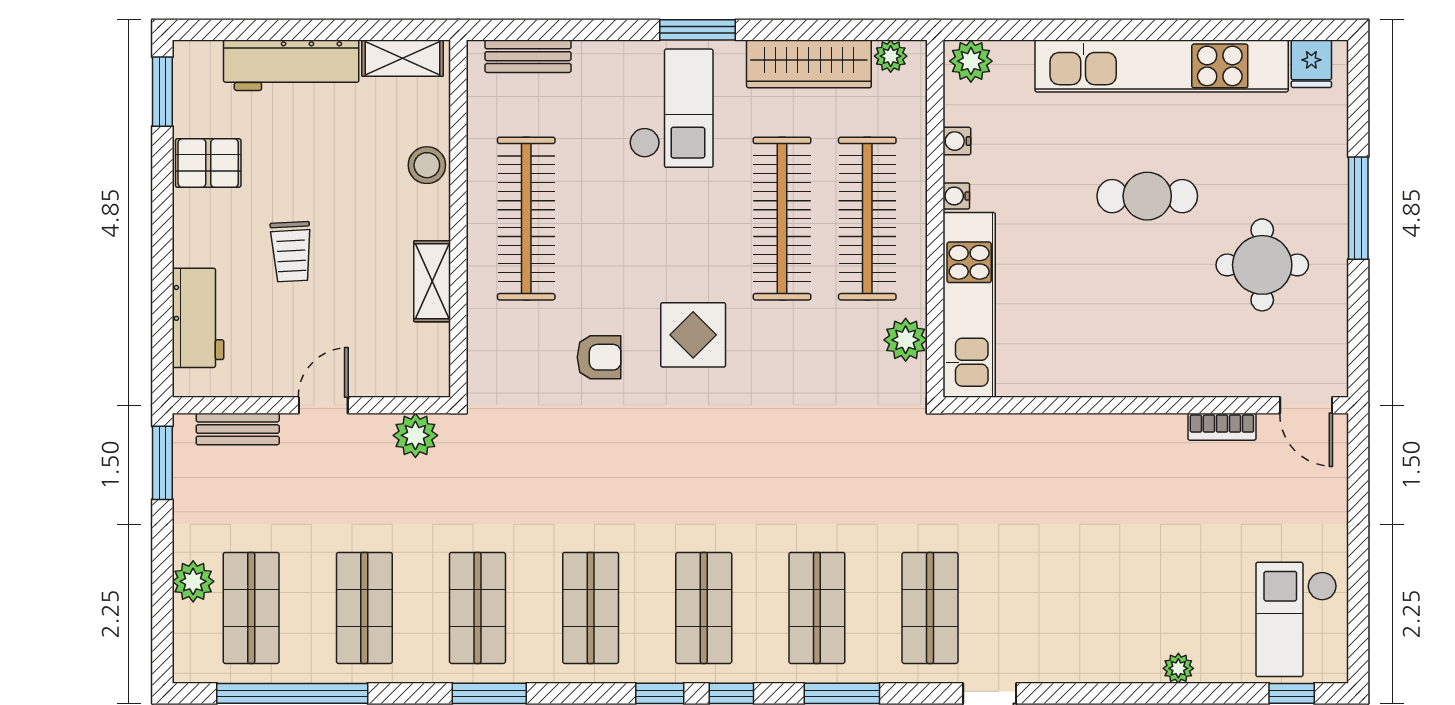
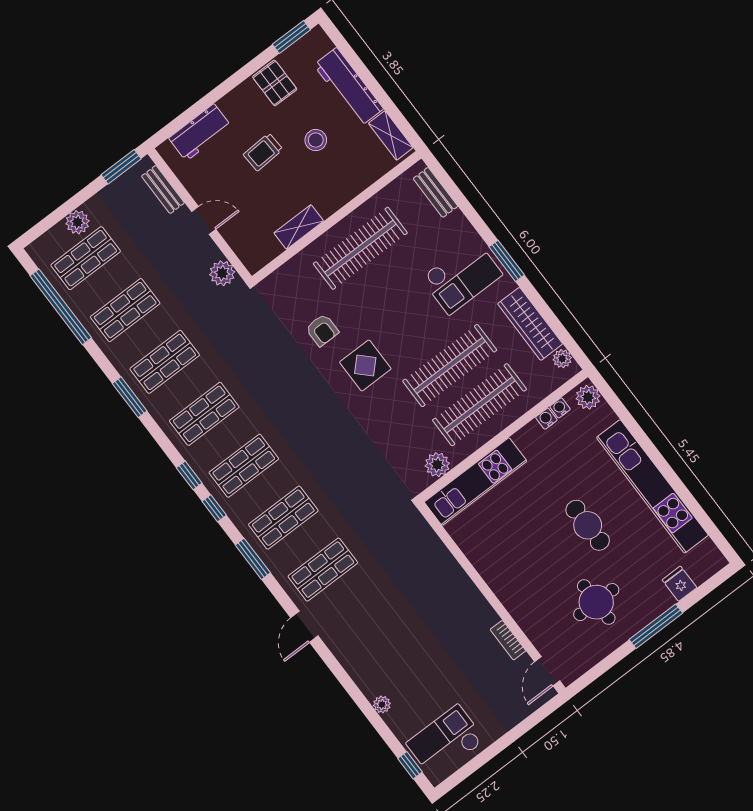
fridge: (1311, 64) -> (679, 584), moved, turned 90
stool: (427, 165) -> (316, 140), moved
water cooler: (956, 196) -> (560, 408), moved

